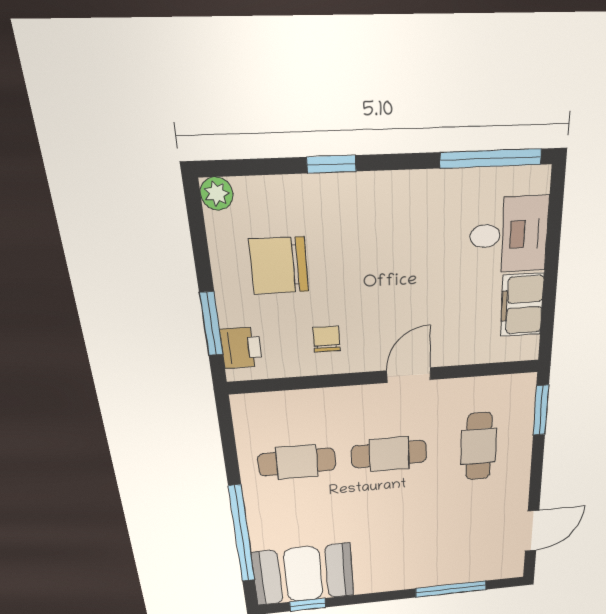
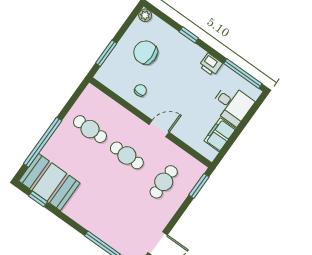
printer: (241, 348) -> (211, 65), moved, turned 90

